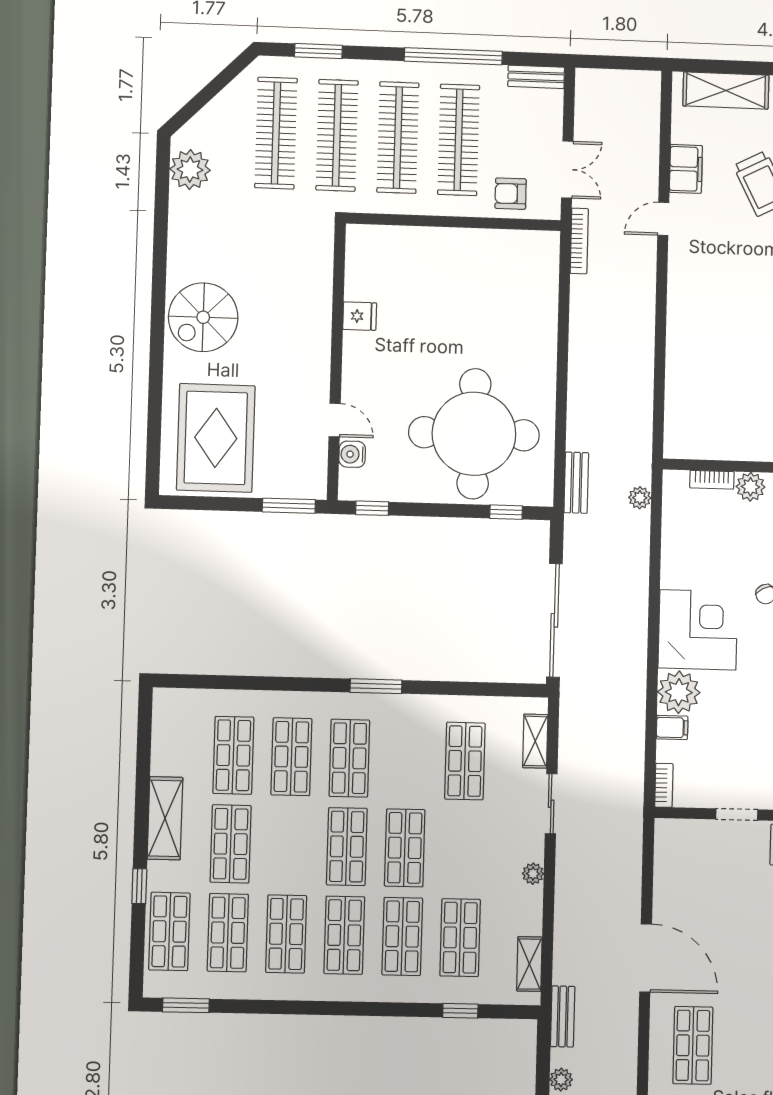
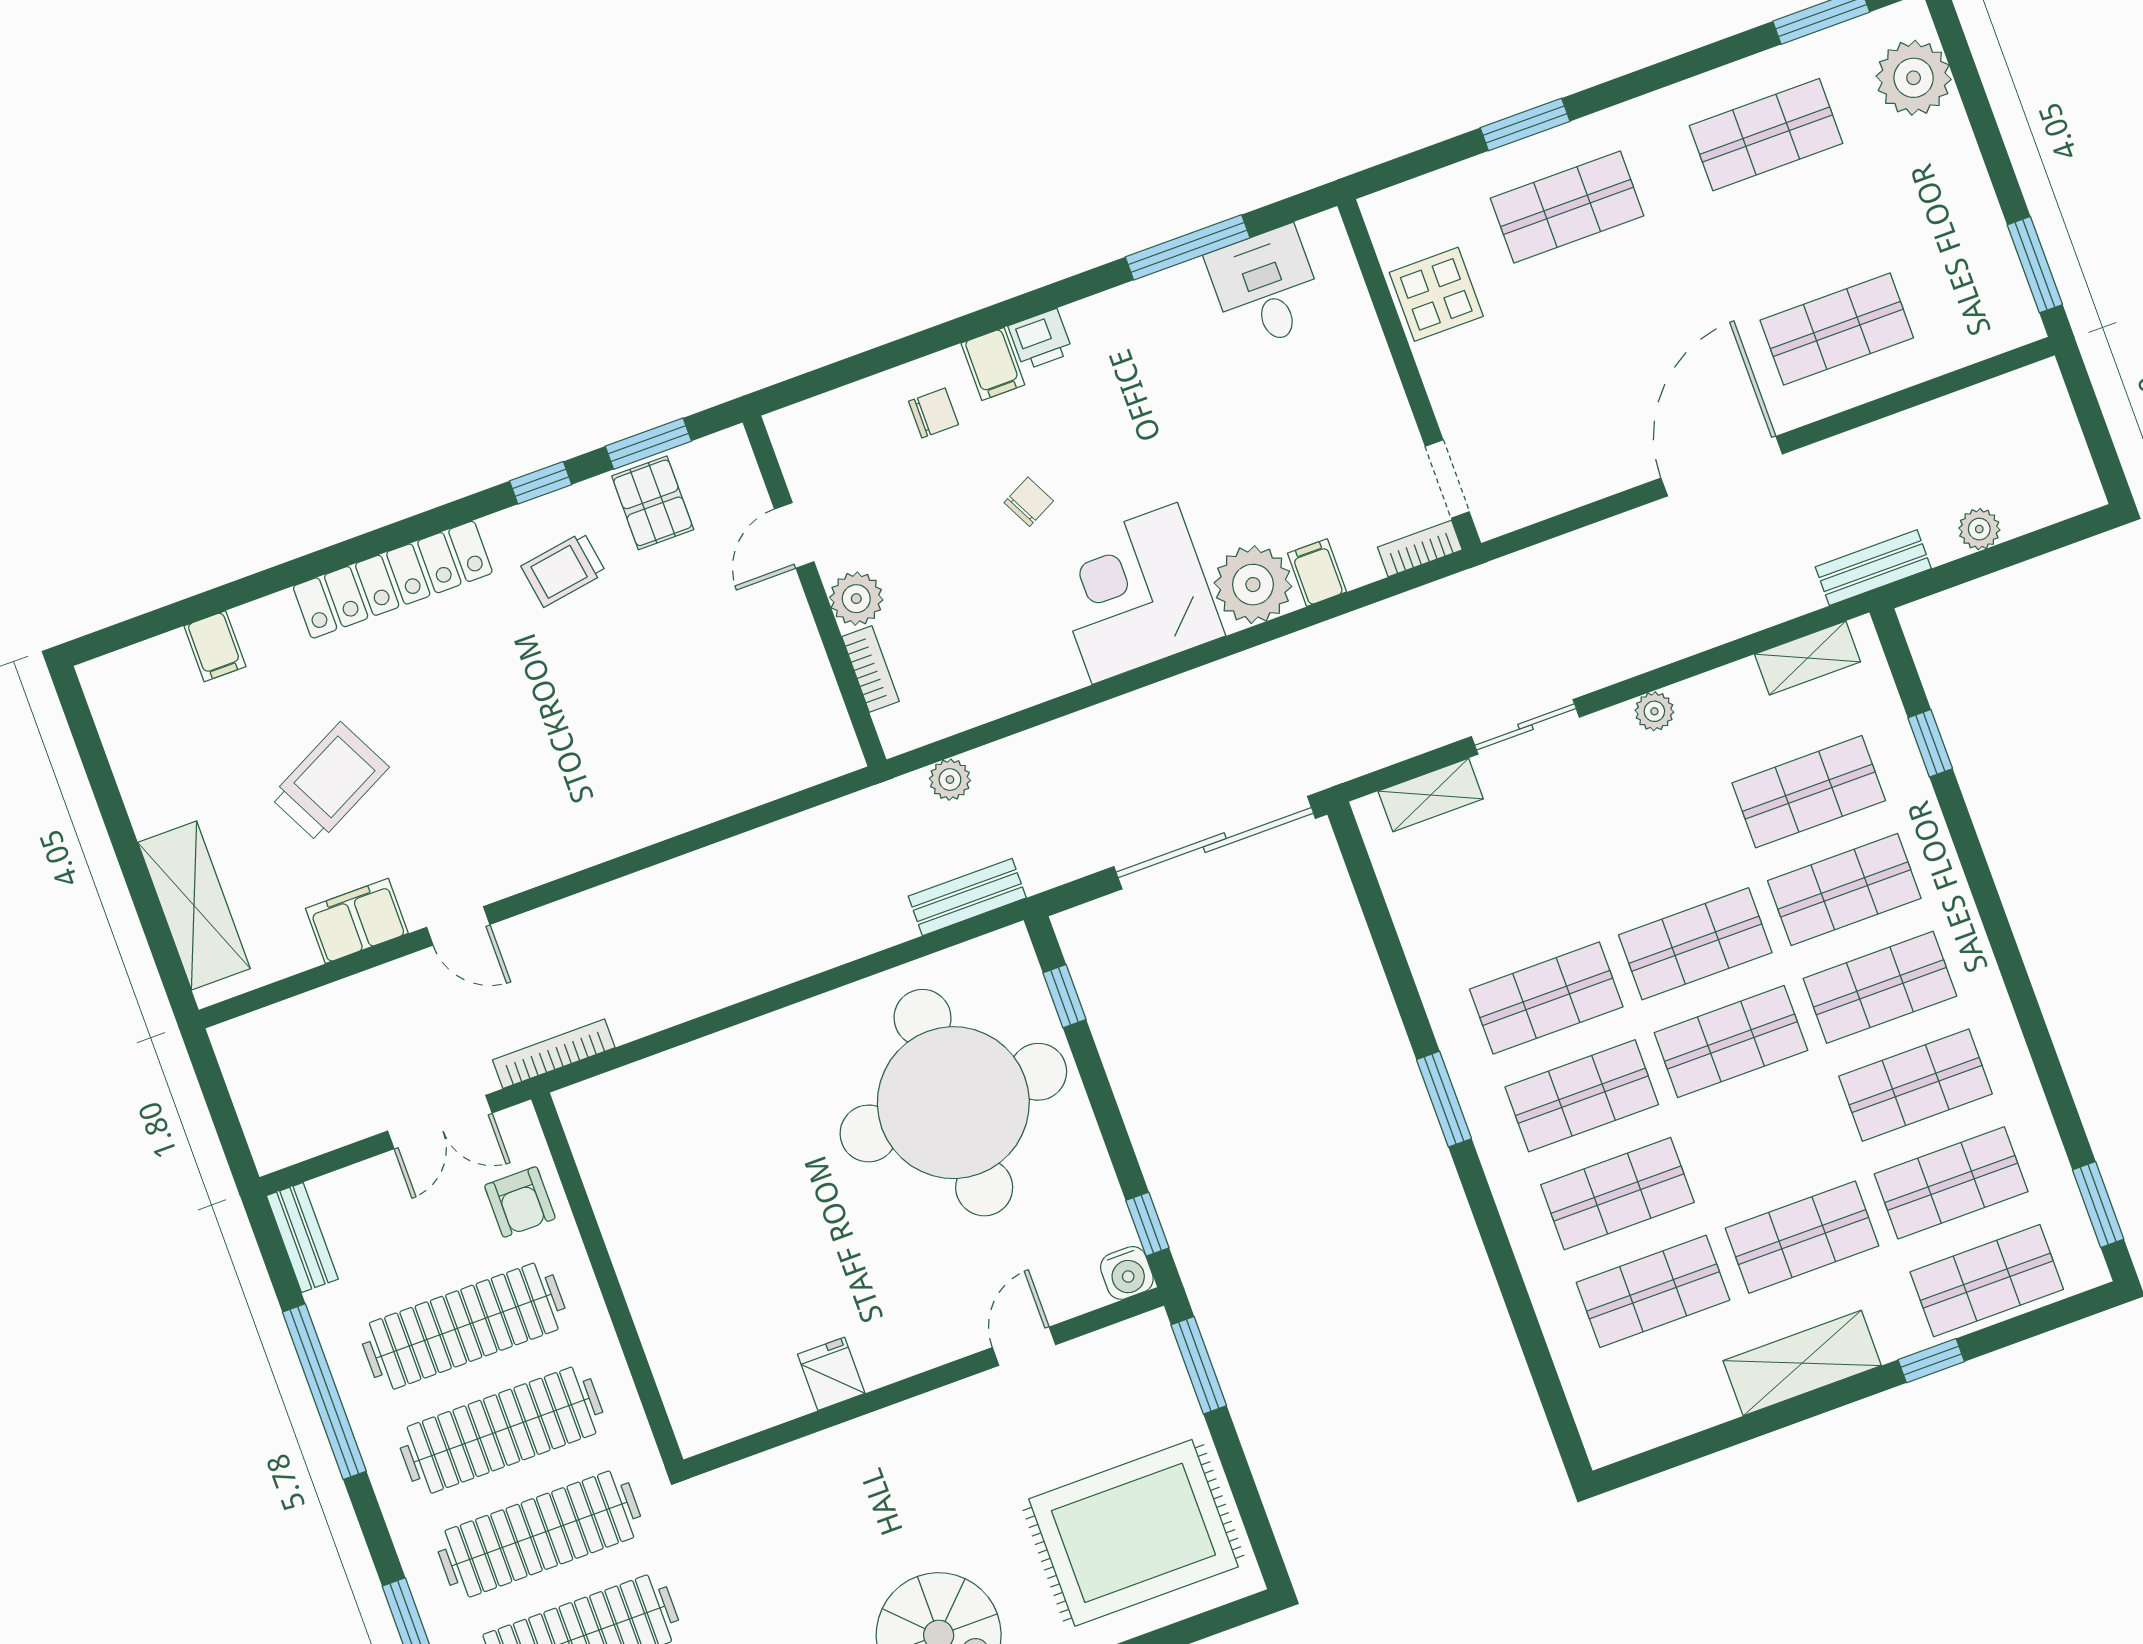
double door: (567, 170) -> (440, 1122), swing flipped
water cooler: (352, 454) -> (1127, 1273), moved
shop shelf: (465, 761) -> (1546, 998), moved
doorway: (737, 814) -> (1447, 479), moved

